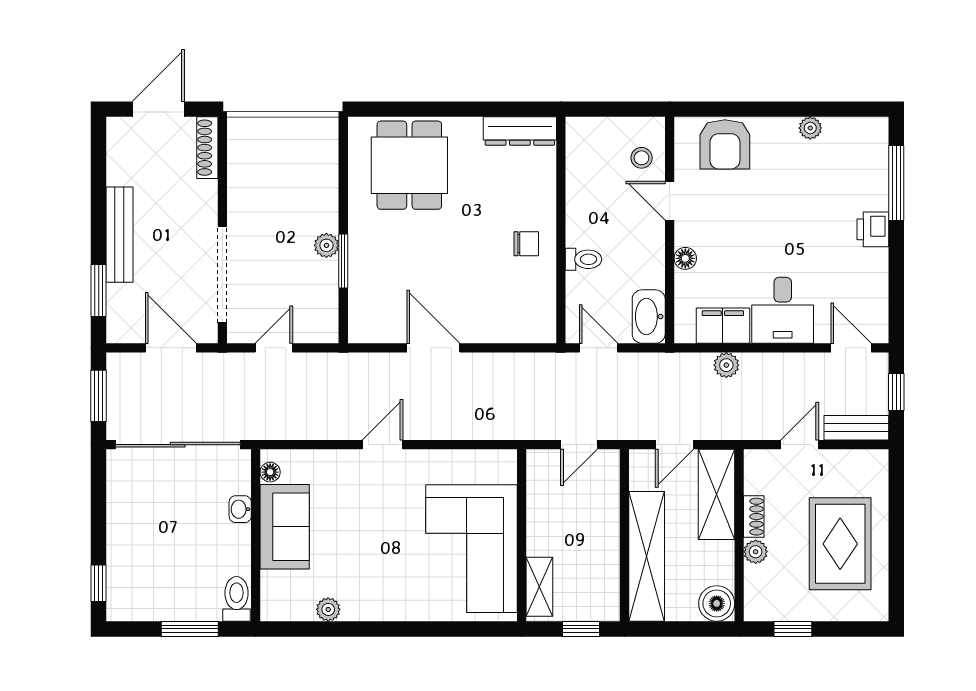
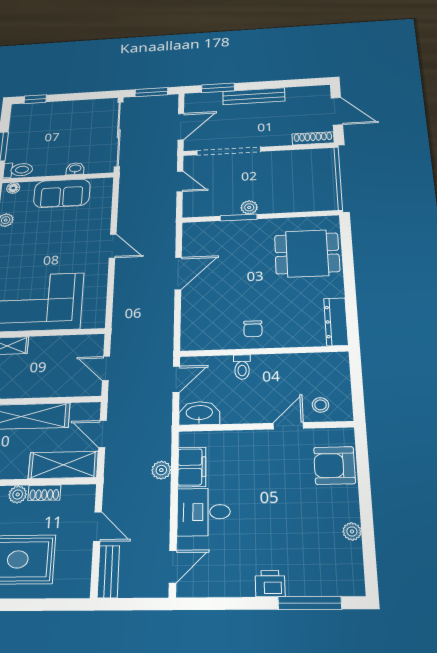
floor lamp: (685, 258) -> (244, 438), removed
window: (896, 392) -> (136, 604), removed
floor lamp: (270, 472) -> (13, 188), moved

